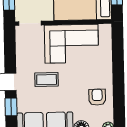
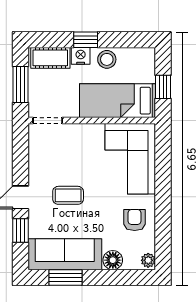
corner sofa: (71, 44) -> (130, 159), moved, turned 90

